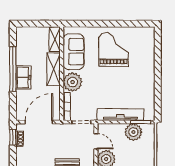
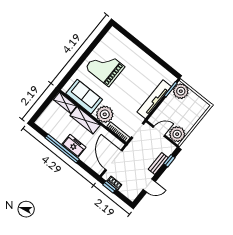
plant: (133, 132) -> (181, 91), moved

